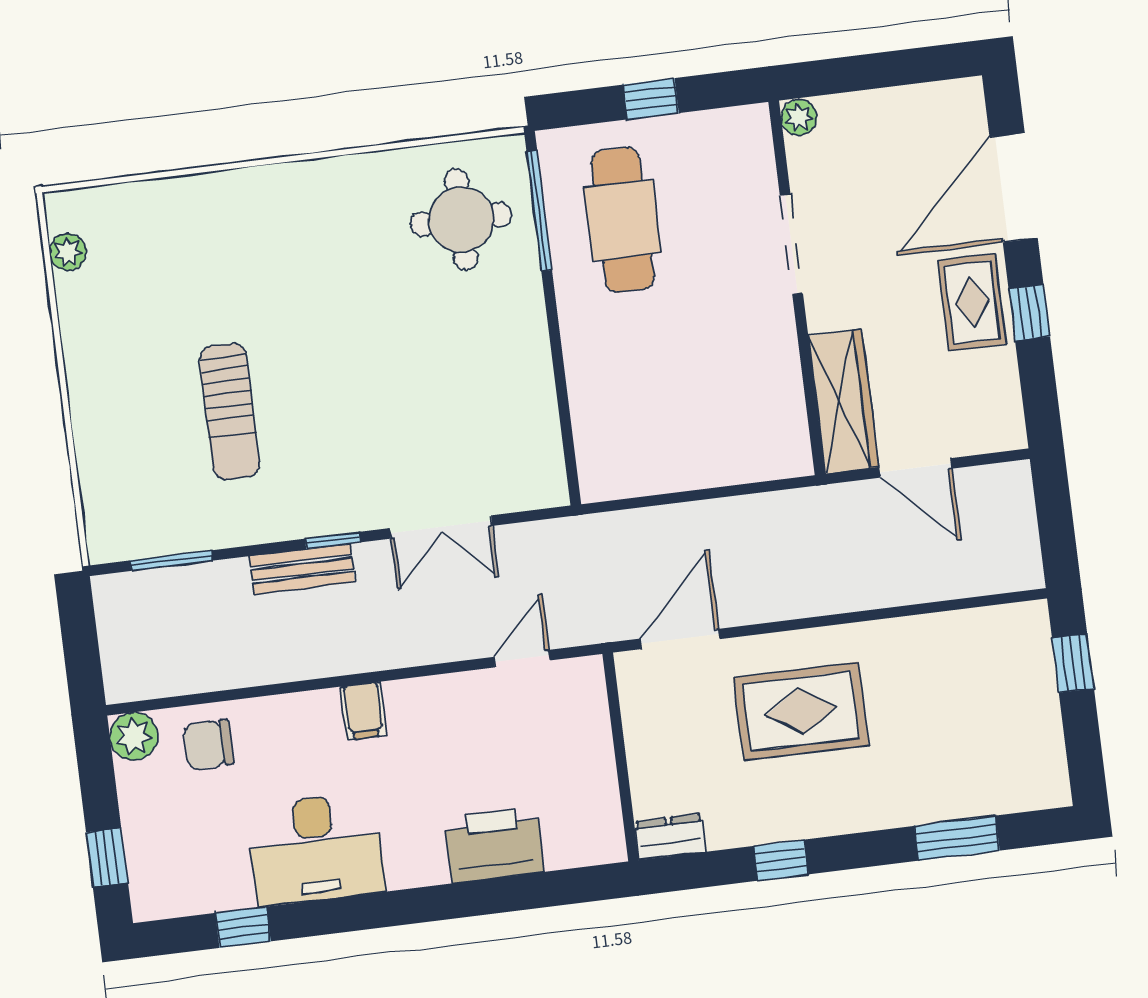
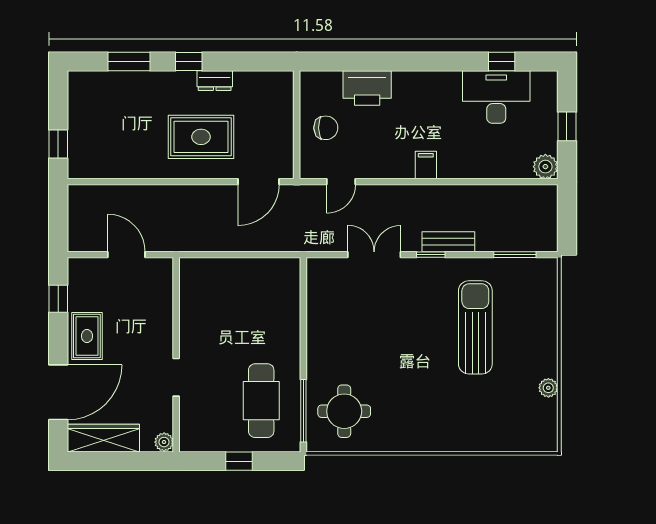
doorway: (791, 244) -> (176, 377), width x0.73
plant: (68, 252) -> (548, 388), moved
window: (1029, 313) -> (58, 299), moved
wardrobe: (843, 401) -> (103, 438), moved, turned 90
sun lounger: (230, 411) -> (475, 327), width x1.36, depth x1.34
chair: (209, 745) -> (326, 128), moved
dresser: (670, 837) -> (215, 81), moved
desk: (316, 849) -> (496, 97), moved
window: (107, 857) -> (567, 126), moved
window: (781, 860) -> (189, 62), moved

